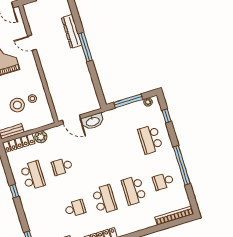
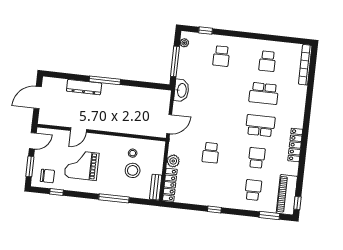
washbasin: (93, 121) -> (181, 90), moved
school desk: (150, 139) -> (221, 56), width x0.54
window: (182, 165) -> (260, 37), removed
school desk: (33, 175) -> (253, 190), moved, width x0.54

